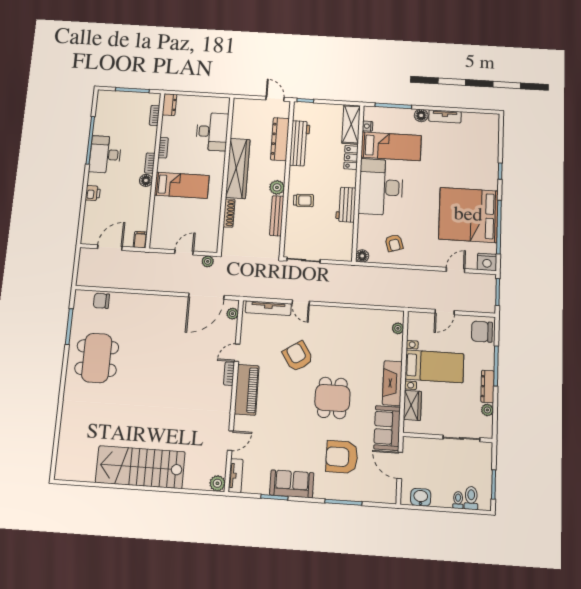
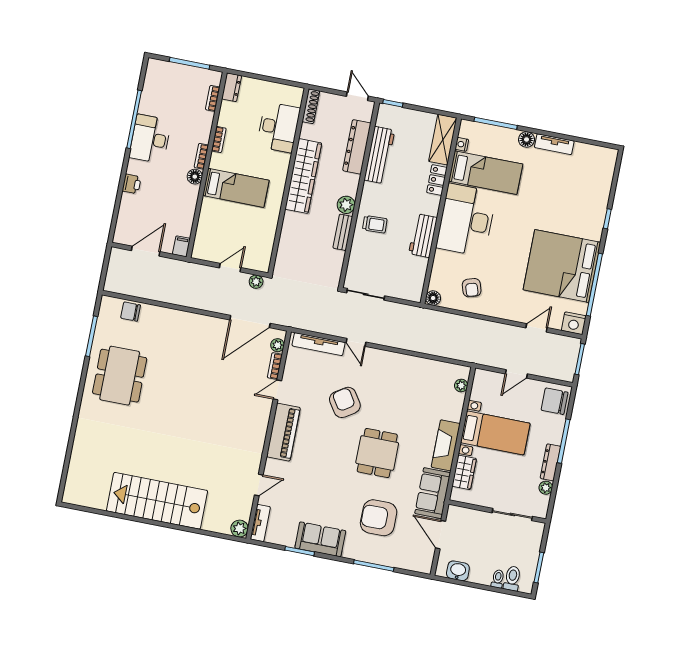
shoe rack: (229, 213) -> (311, 106), moved
bench: (277, 216) -> (343, 232), width x0.73
bookcase: (229, 374) -> (275, 366), moved

